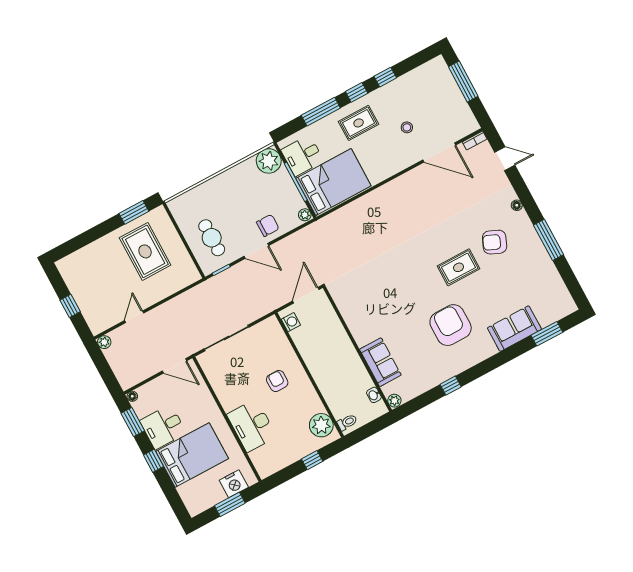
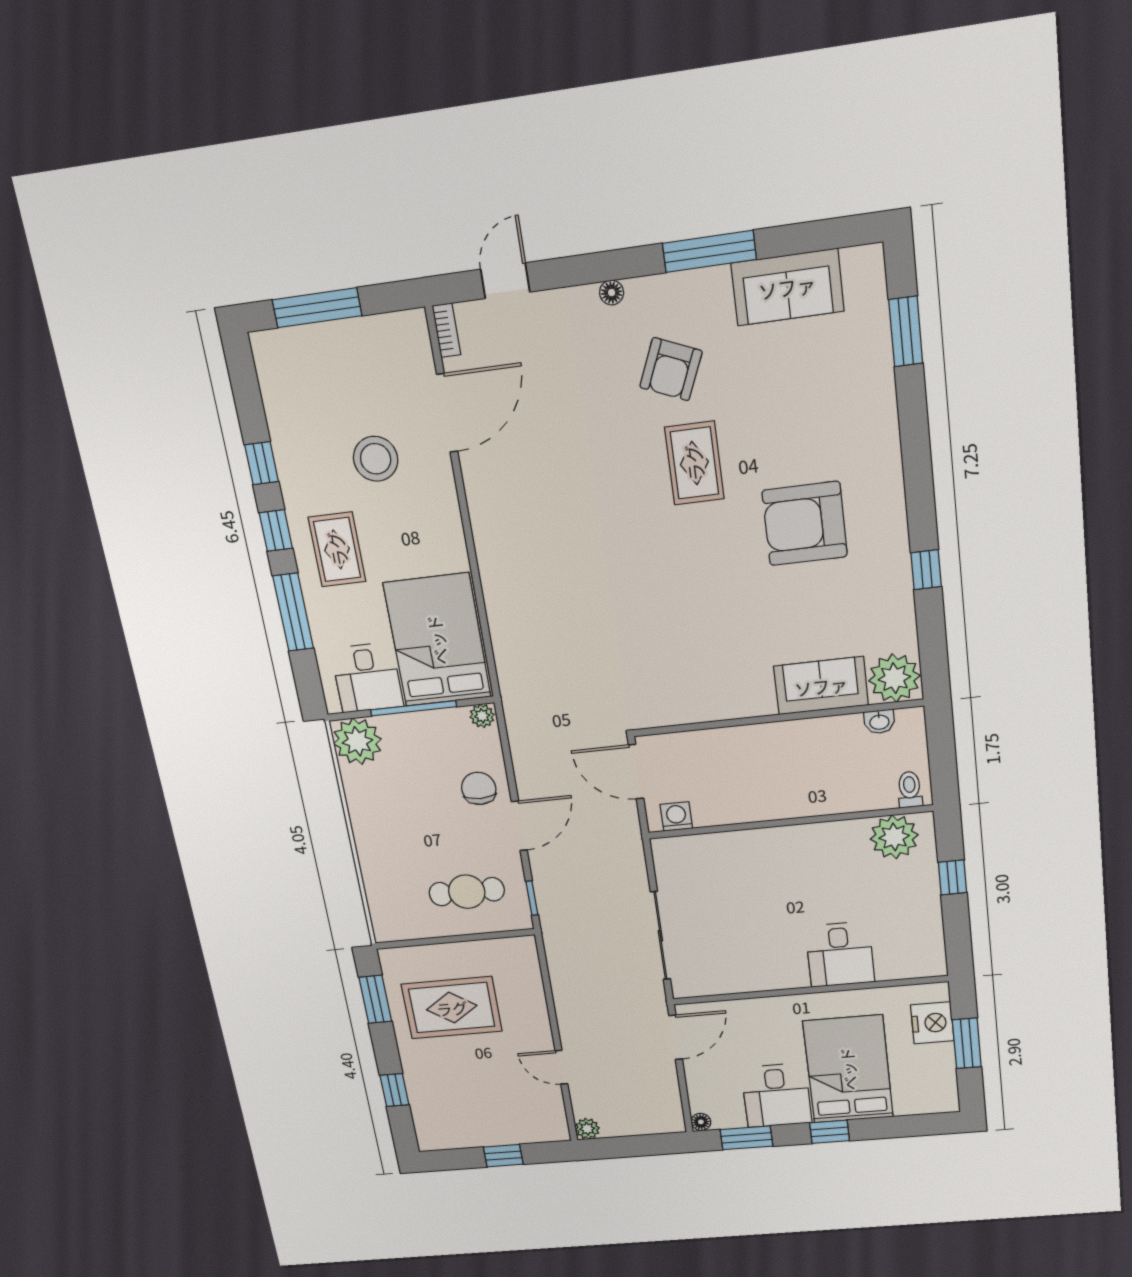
stool: (407, 127) -> (376, 459), width x1.89, depth x1.89
window: (85, 238) -> (394, 1090), added
sofa: (514, 329) -> (787, 287), moved, turned -90
armchair: (277, 381) -> (777, 881), removed
plant: (394, 401) -> (894, 678), width x1.88, depth x1.88
desk: (252, 426) -> (840, 954), width x0.73

